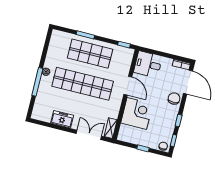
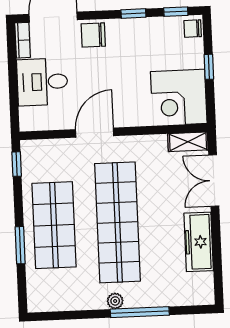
desk: (148, 64) -> (42, 82), moved, turned 90
corner desk: (137, 114) -> (179, 98), moved, turned -90
freezer: (62, 119) -> (199, 242), width x1.40

